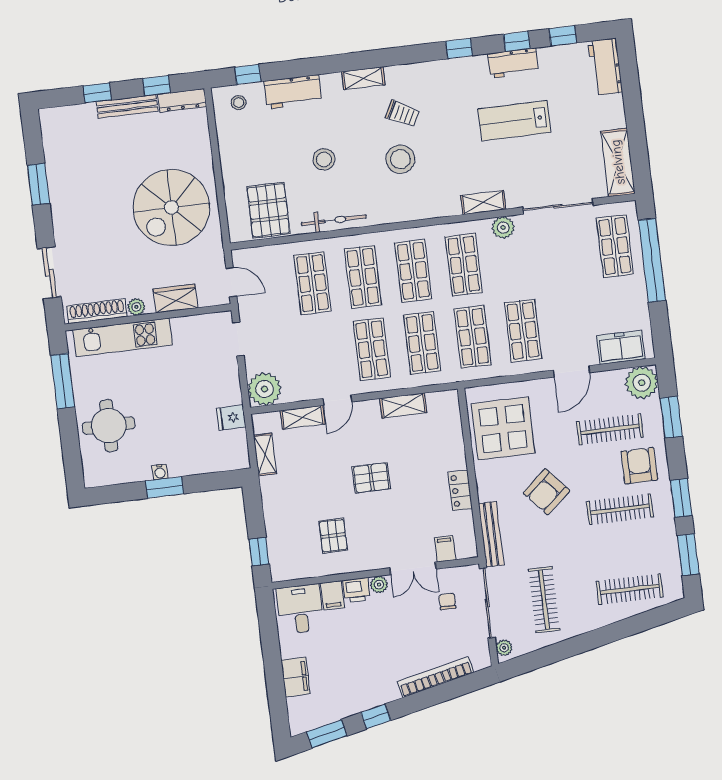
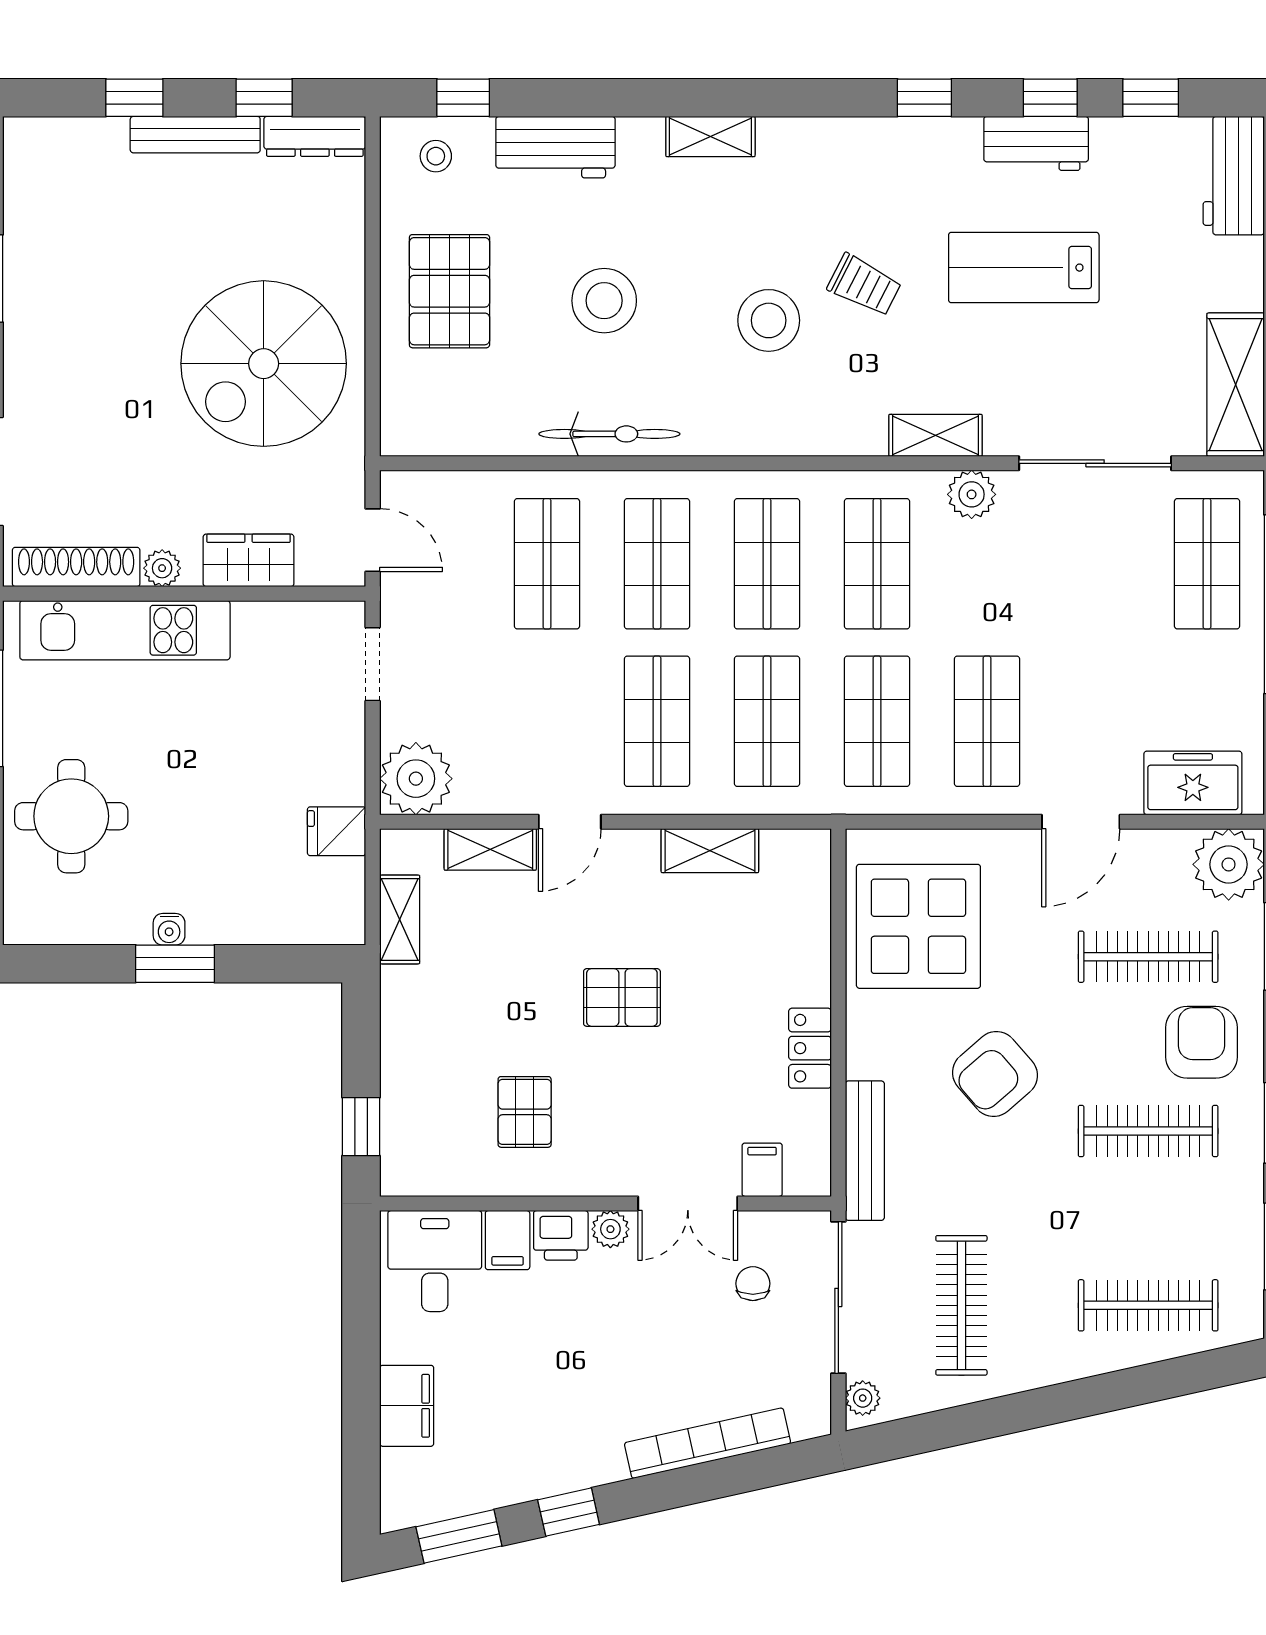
trolley: (402, 114) -> (864, 285), moved
stool: (324, 159) -> (604, 301), width x1.38, depth x1.38
pallet: (268, 210) -> (449, 291), moved

